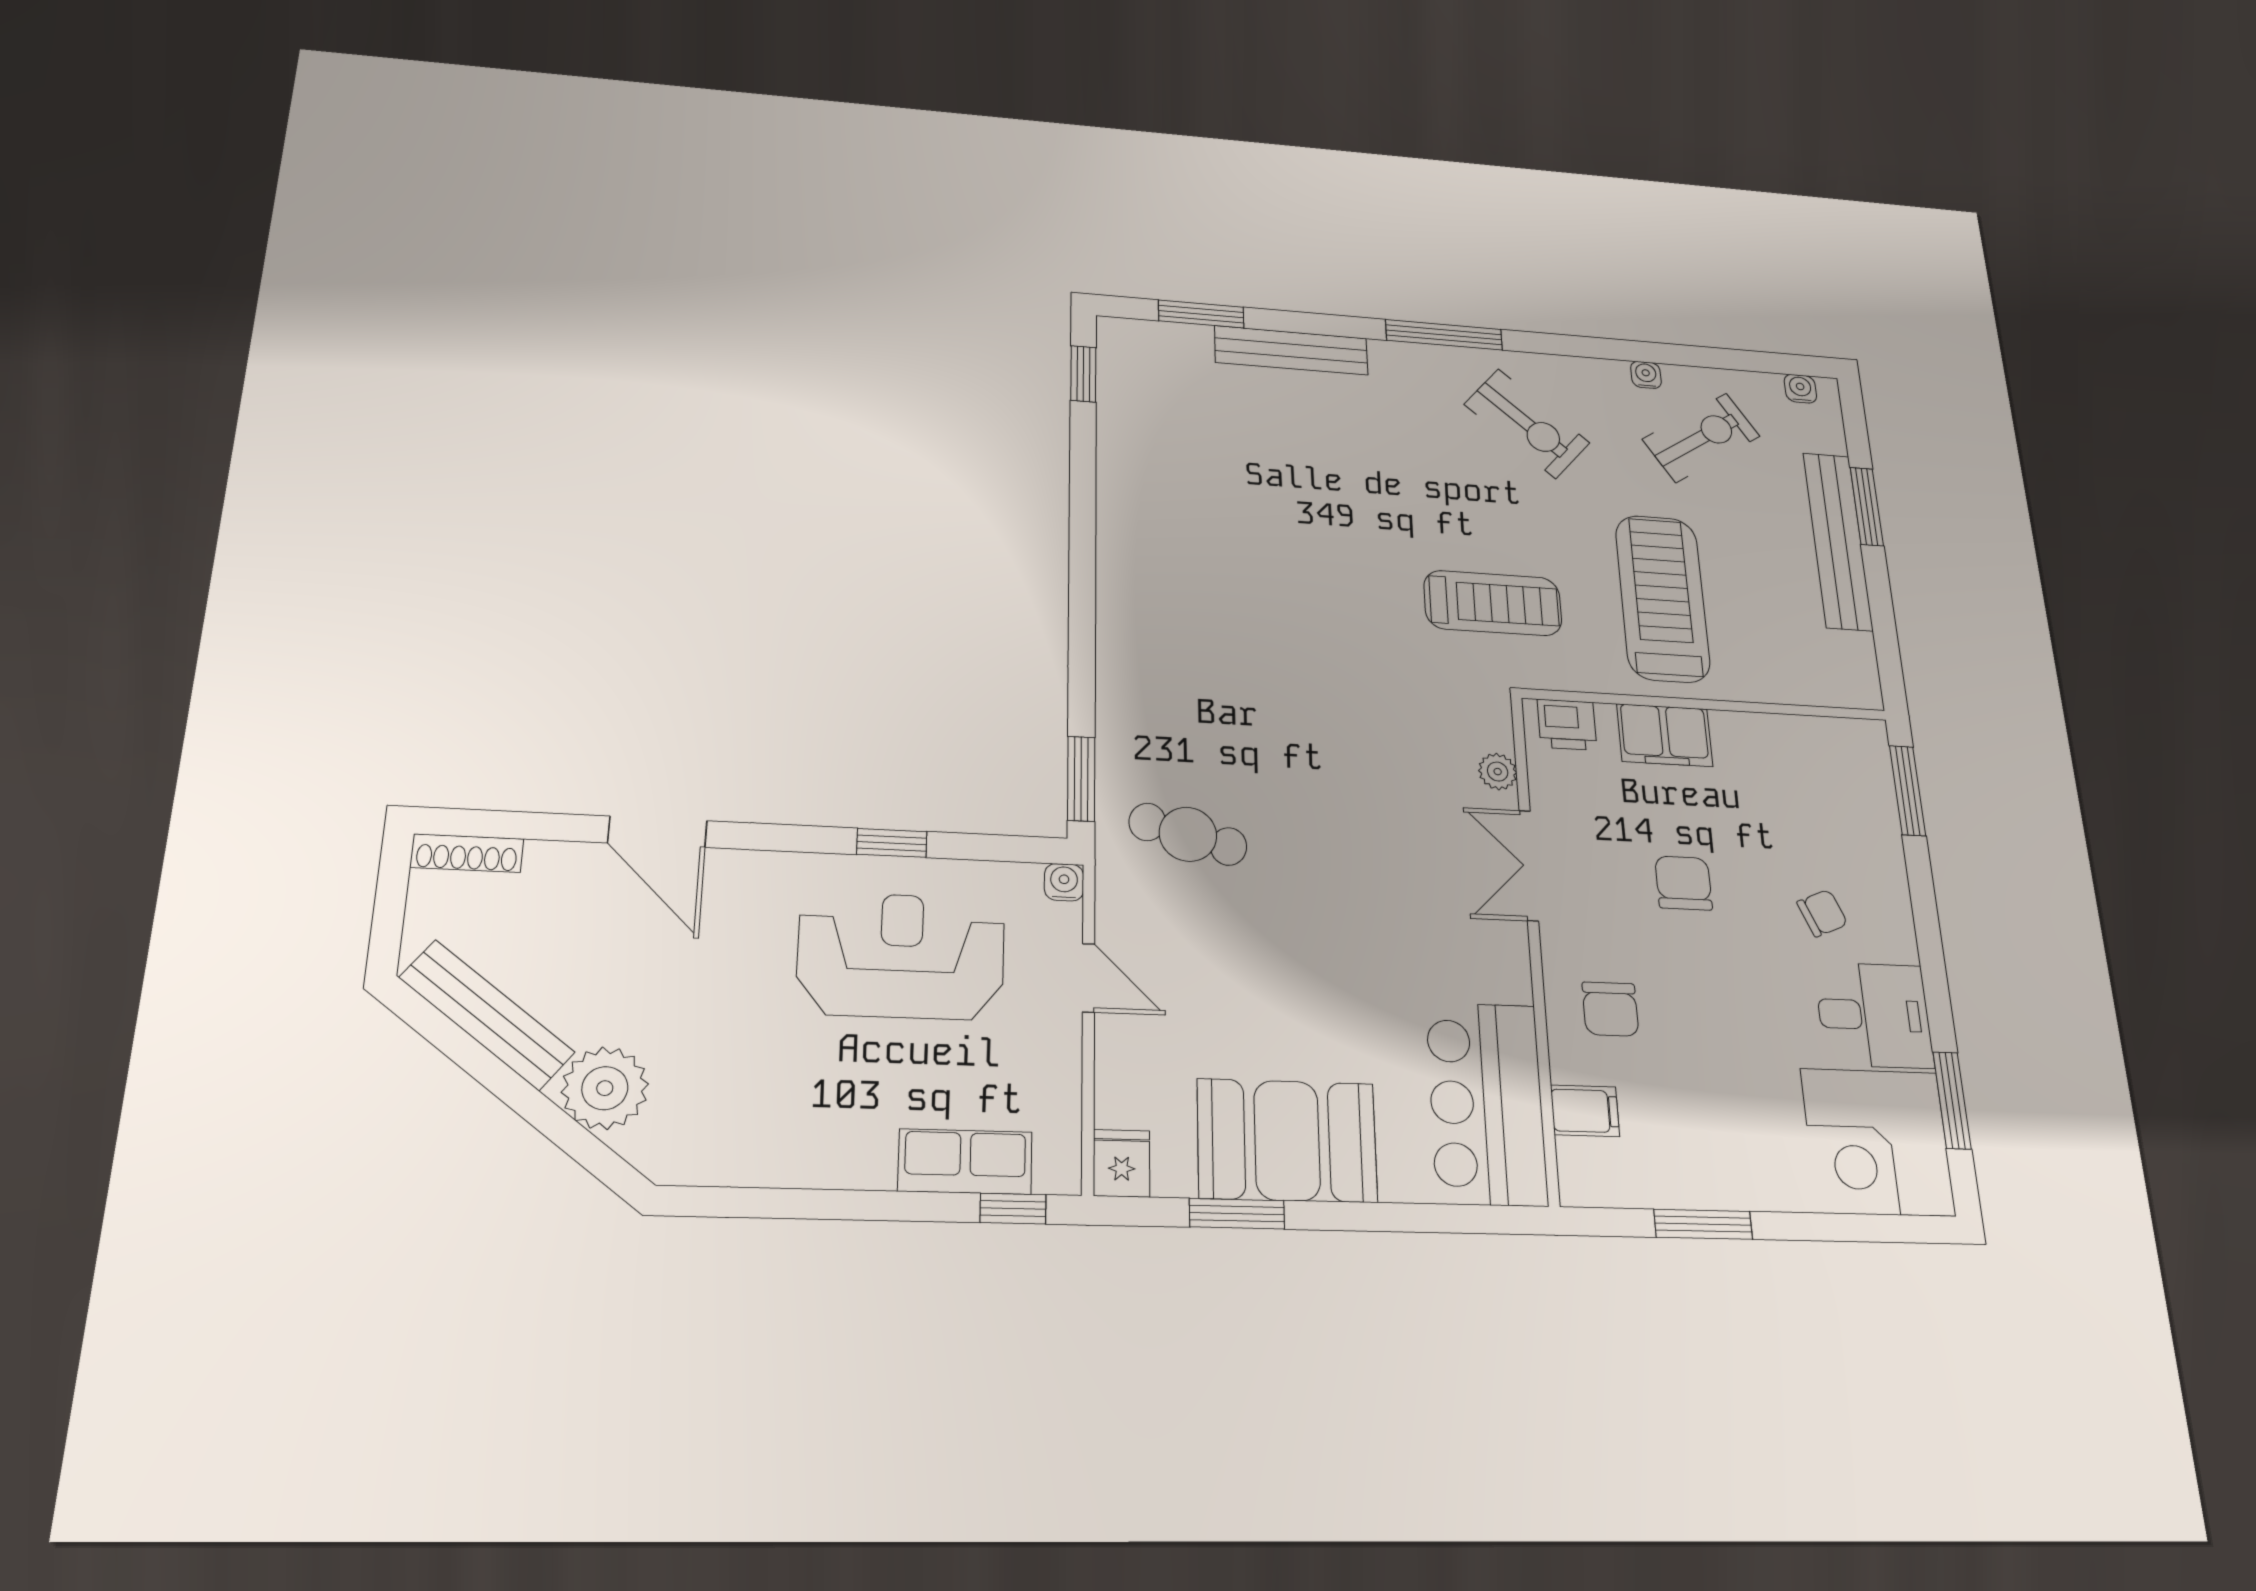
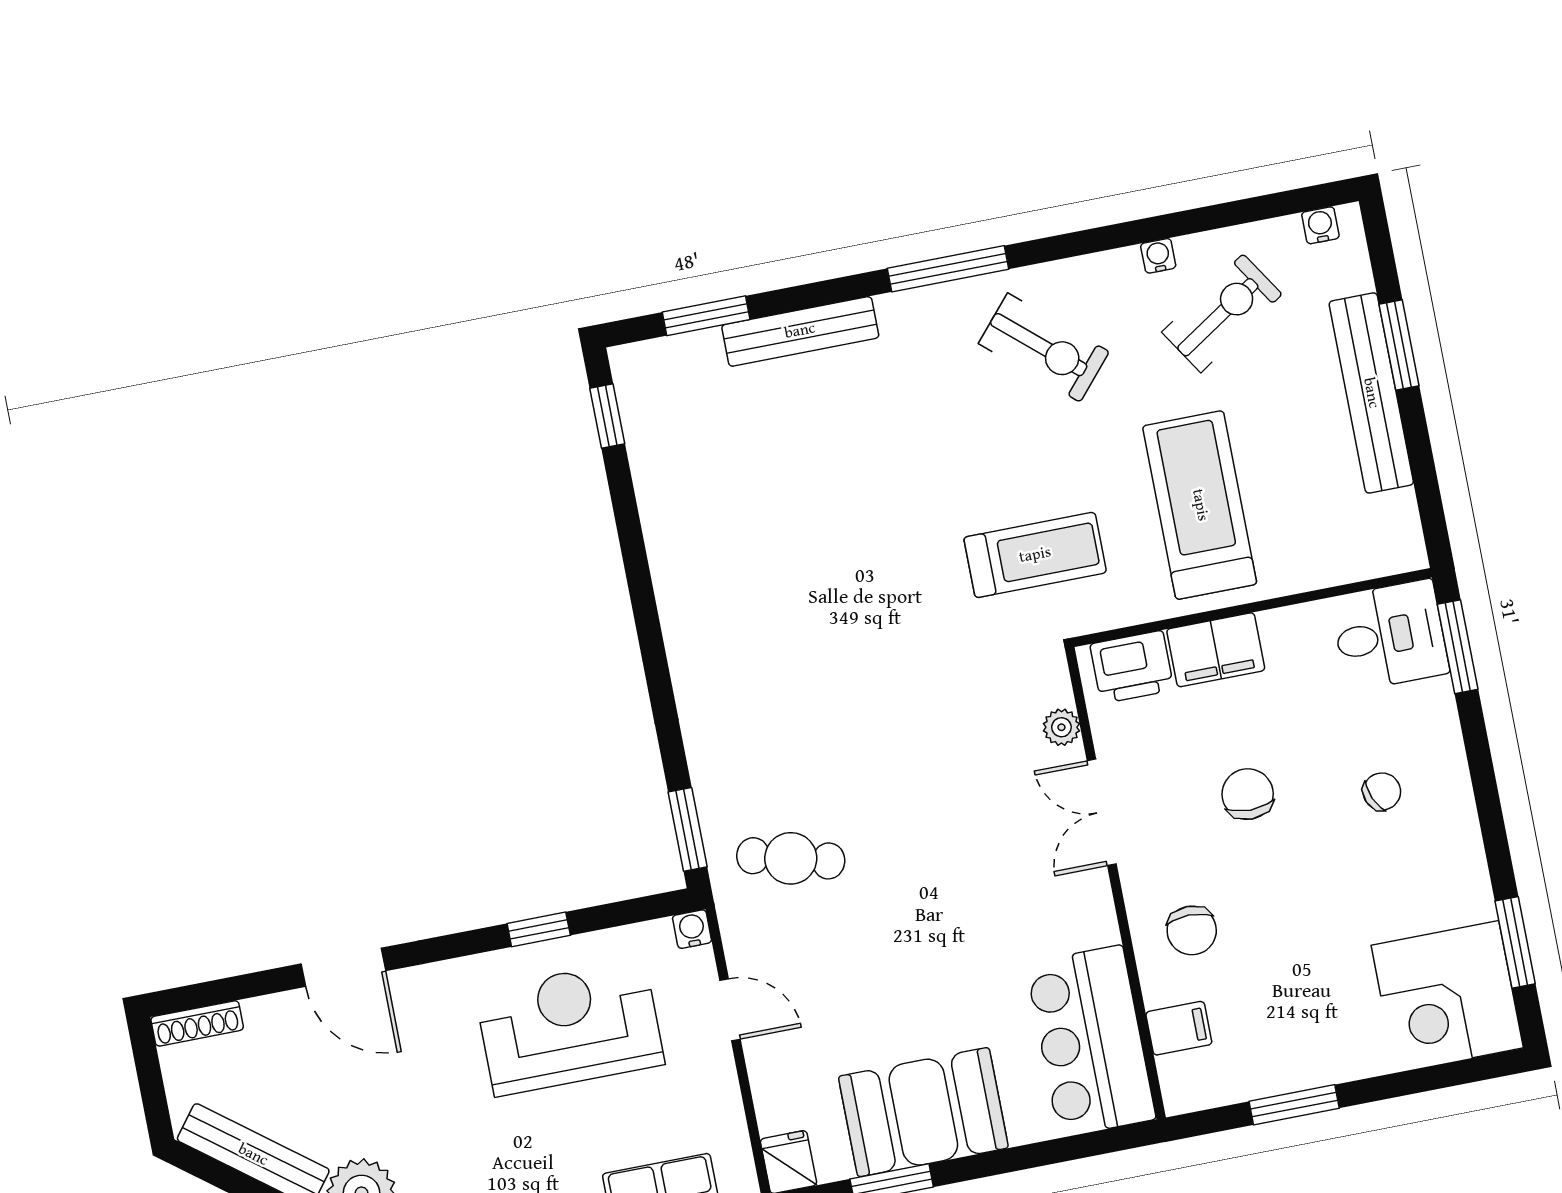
printer: (1567, 725) -> (1132, 667), width x1.36, depth x1.24
desk: (1874, 1015) -> (1390, 635), moved

